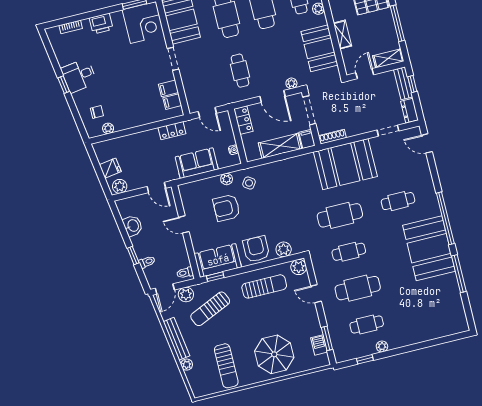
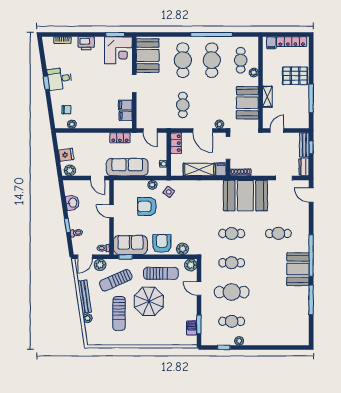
shelving: (388, 58) -> (298, 123), removed
sofa: (197, 163) -> (127, 167), width x1.36
cafe table: (340, 215) -> (232, 233), width x0.73, depth x0.74
booth: (429, 248) -> (298, 269), width x0.73, depth x0.70
parasol: (274, 354) -> (149, 301), moved
sun lounger: (226, 366) -> (119, 314), moved

